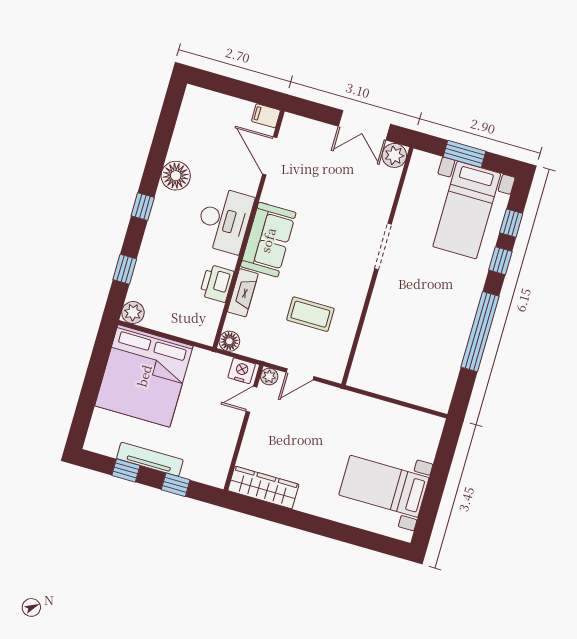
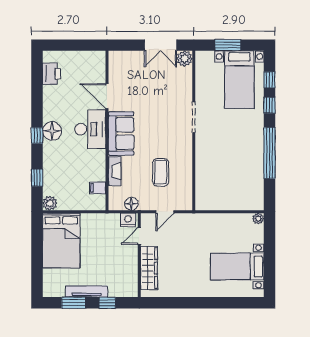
filing cabinet: (266, 116) -> (98, 188), moved
door: (270, 156) -> (107, 96), moved
floor lamp: (176, 176) -> (52, 131), moved
printer: (217, 283) -> (51, 74), moved, turned 180
coffee table: (310, 314) -> (161, 172), turned 90
floor lamp: (229, 341) -> (131, 204), moved
bed: (144, 376) -> (61, 241), width x0.73
plant: (269, 377) -> (258, 219), moved
window: (126, 470) -> (74, 303), width x1.50
wardrobe: (263, 487) -> (149, 268), moved, turned 90

